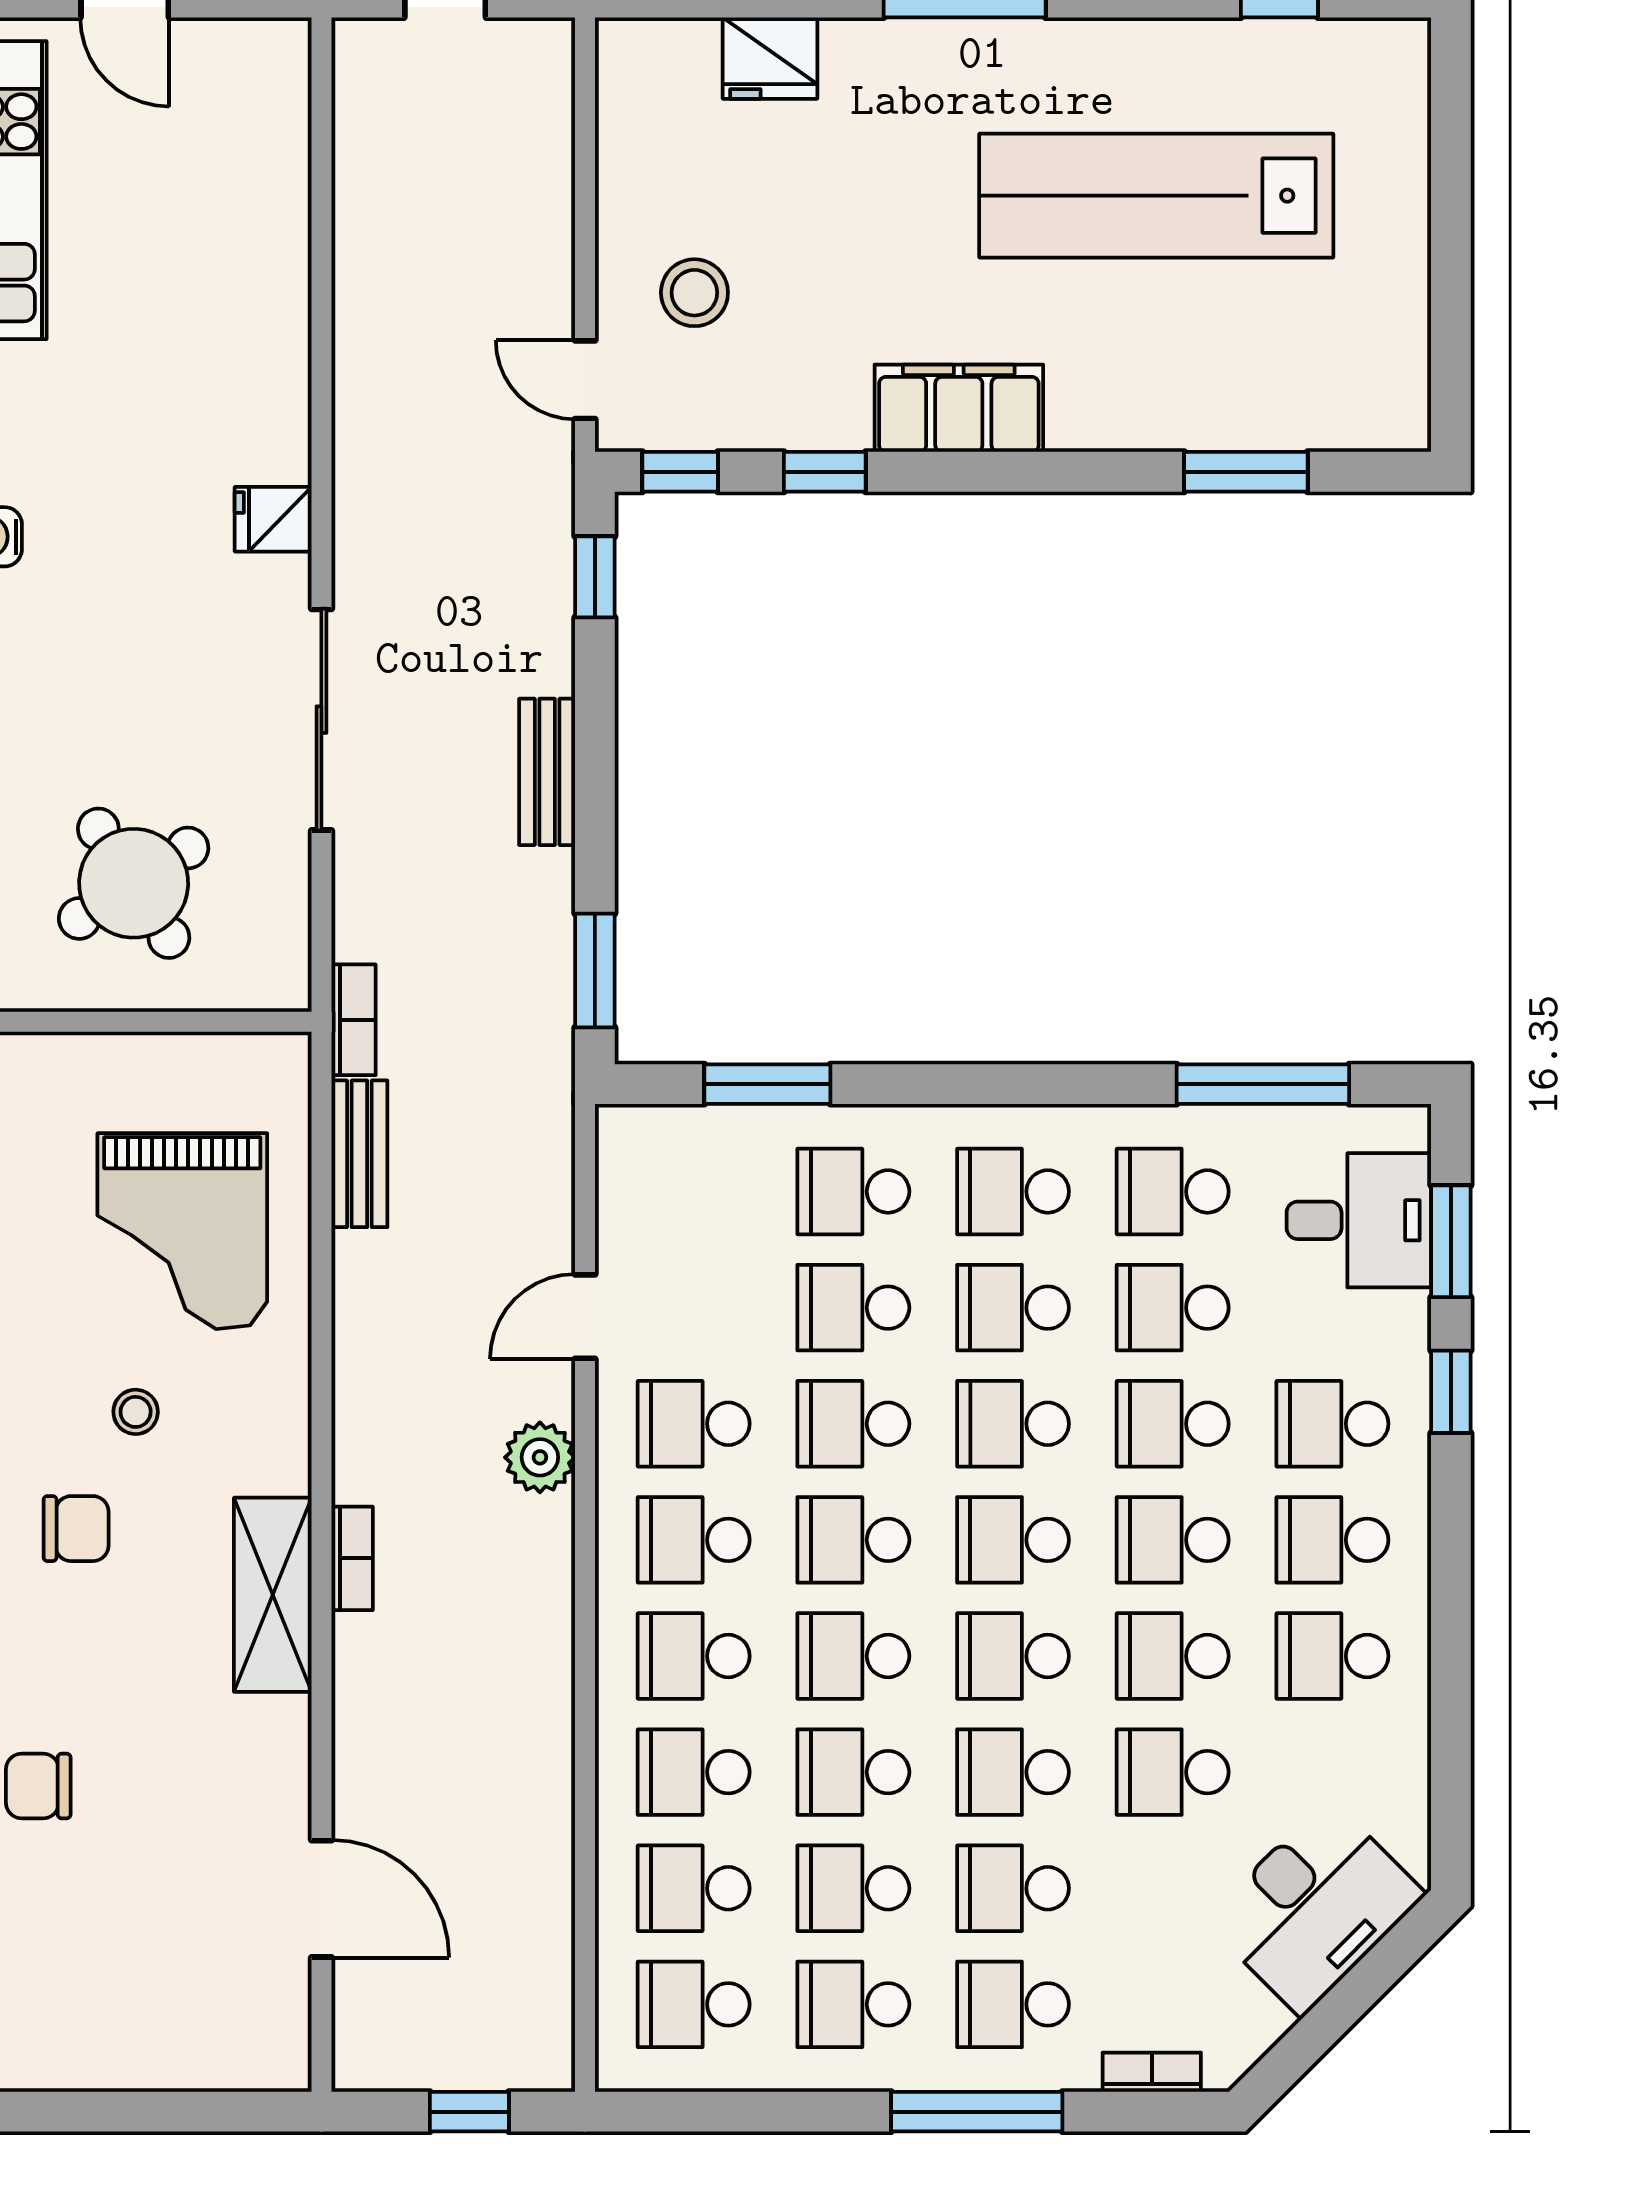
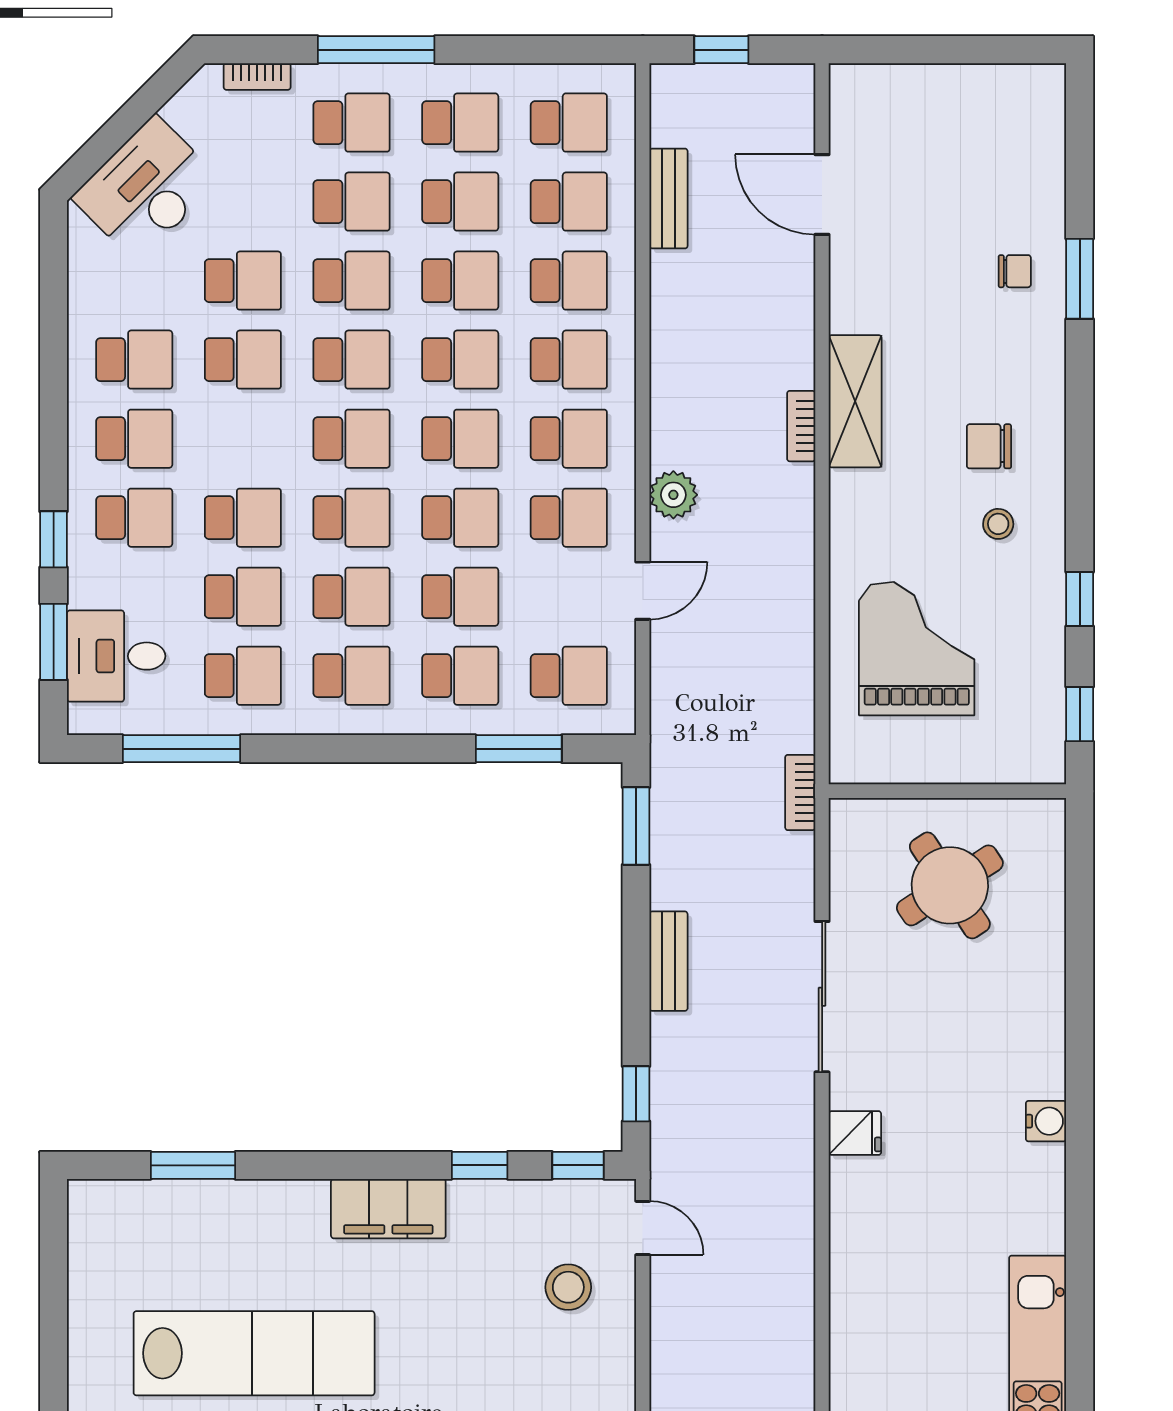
bench: (359, 1154) -> (669, 199), moved
stool: (136, 1412) -> (998, 524), moved
school desk: (1173, 1540) -> (569, 676), moved
chair: (38, 1786) -> (1015, 271), width x0.73, depth x0.73

